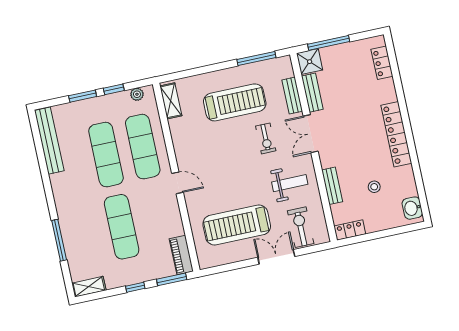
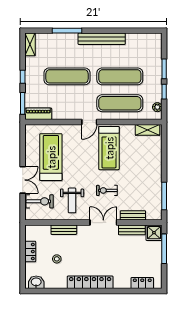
treadmill: (235, 102) -> (109, 148), moved
bench: (49, 141) -> (102, 39), moved
locker: (350, 230) -> (30, 252), moved

